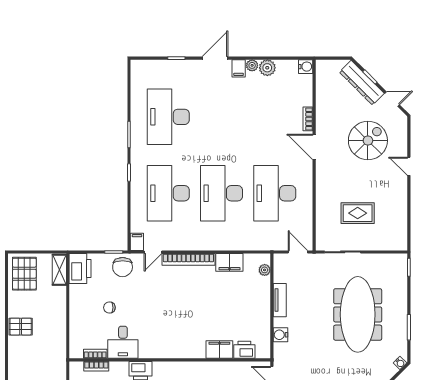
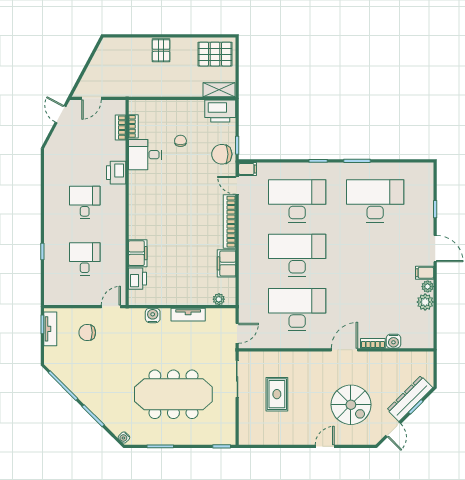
water cooler: (306, 67) -> (393, 341), moved

